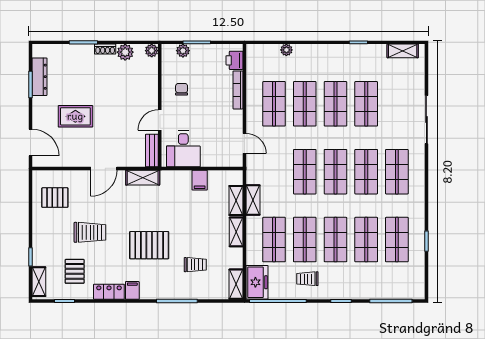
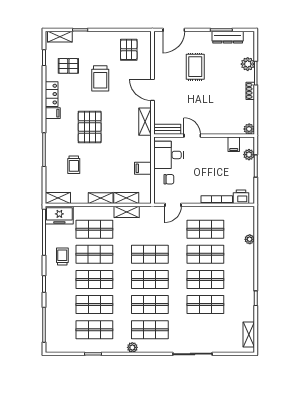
plant: (125, 52) -> (248, 64), moved
filing cabinet: (170, 69) -> (234, 144), added
chair: (182, 89) -> (169, 179), moved
plant: (419, 193) -> (132, 347), added

